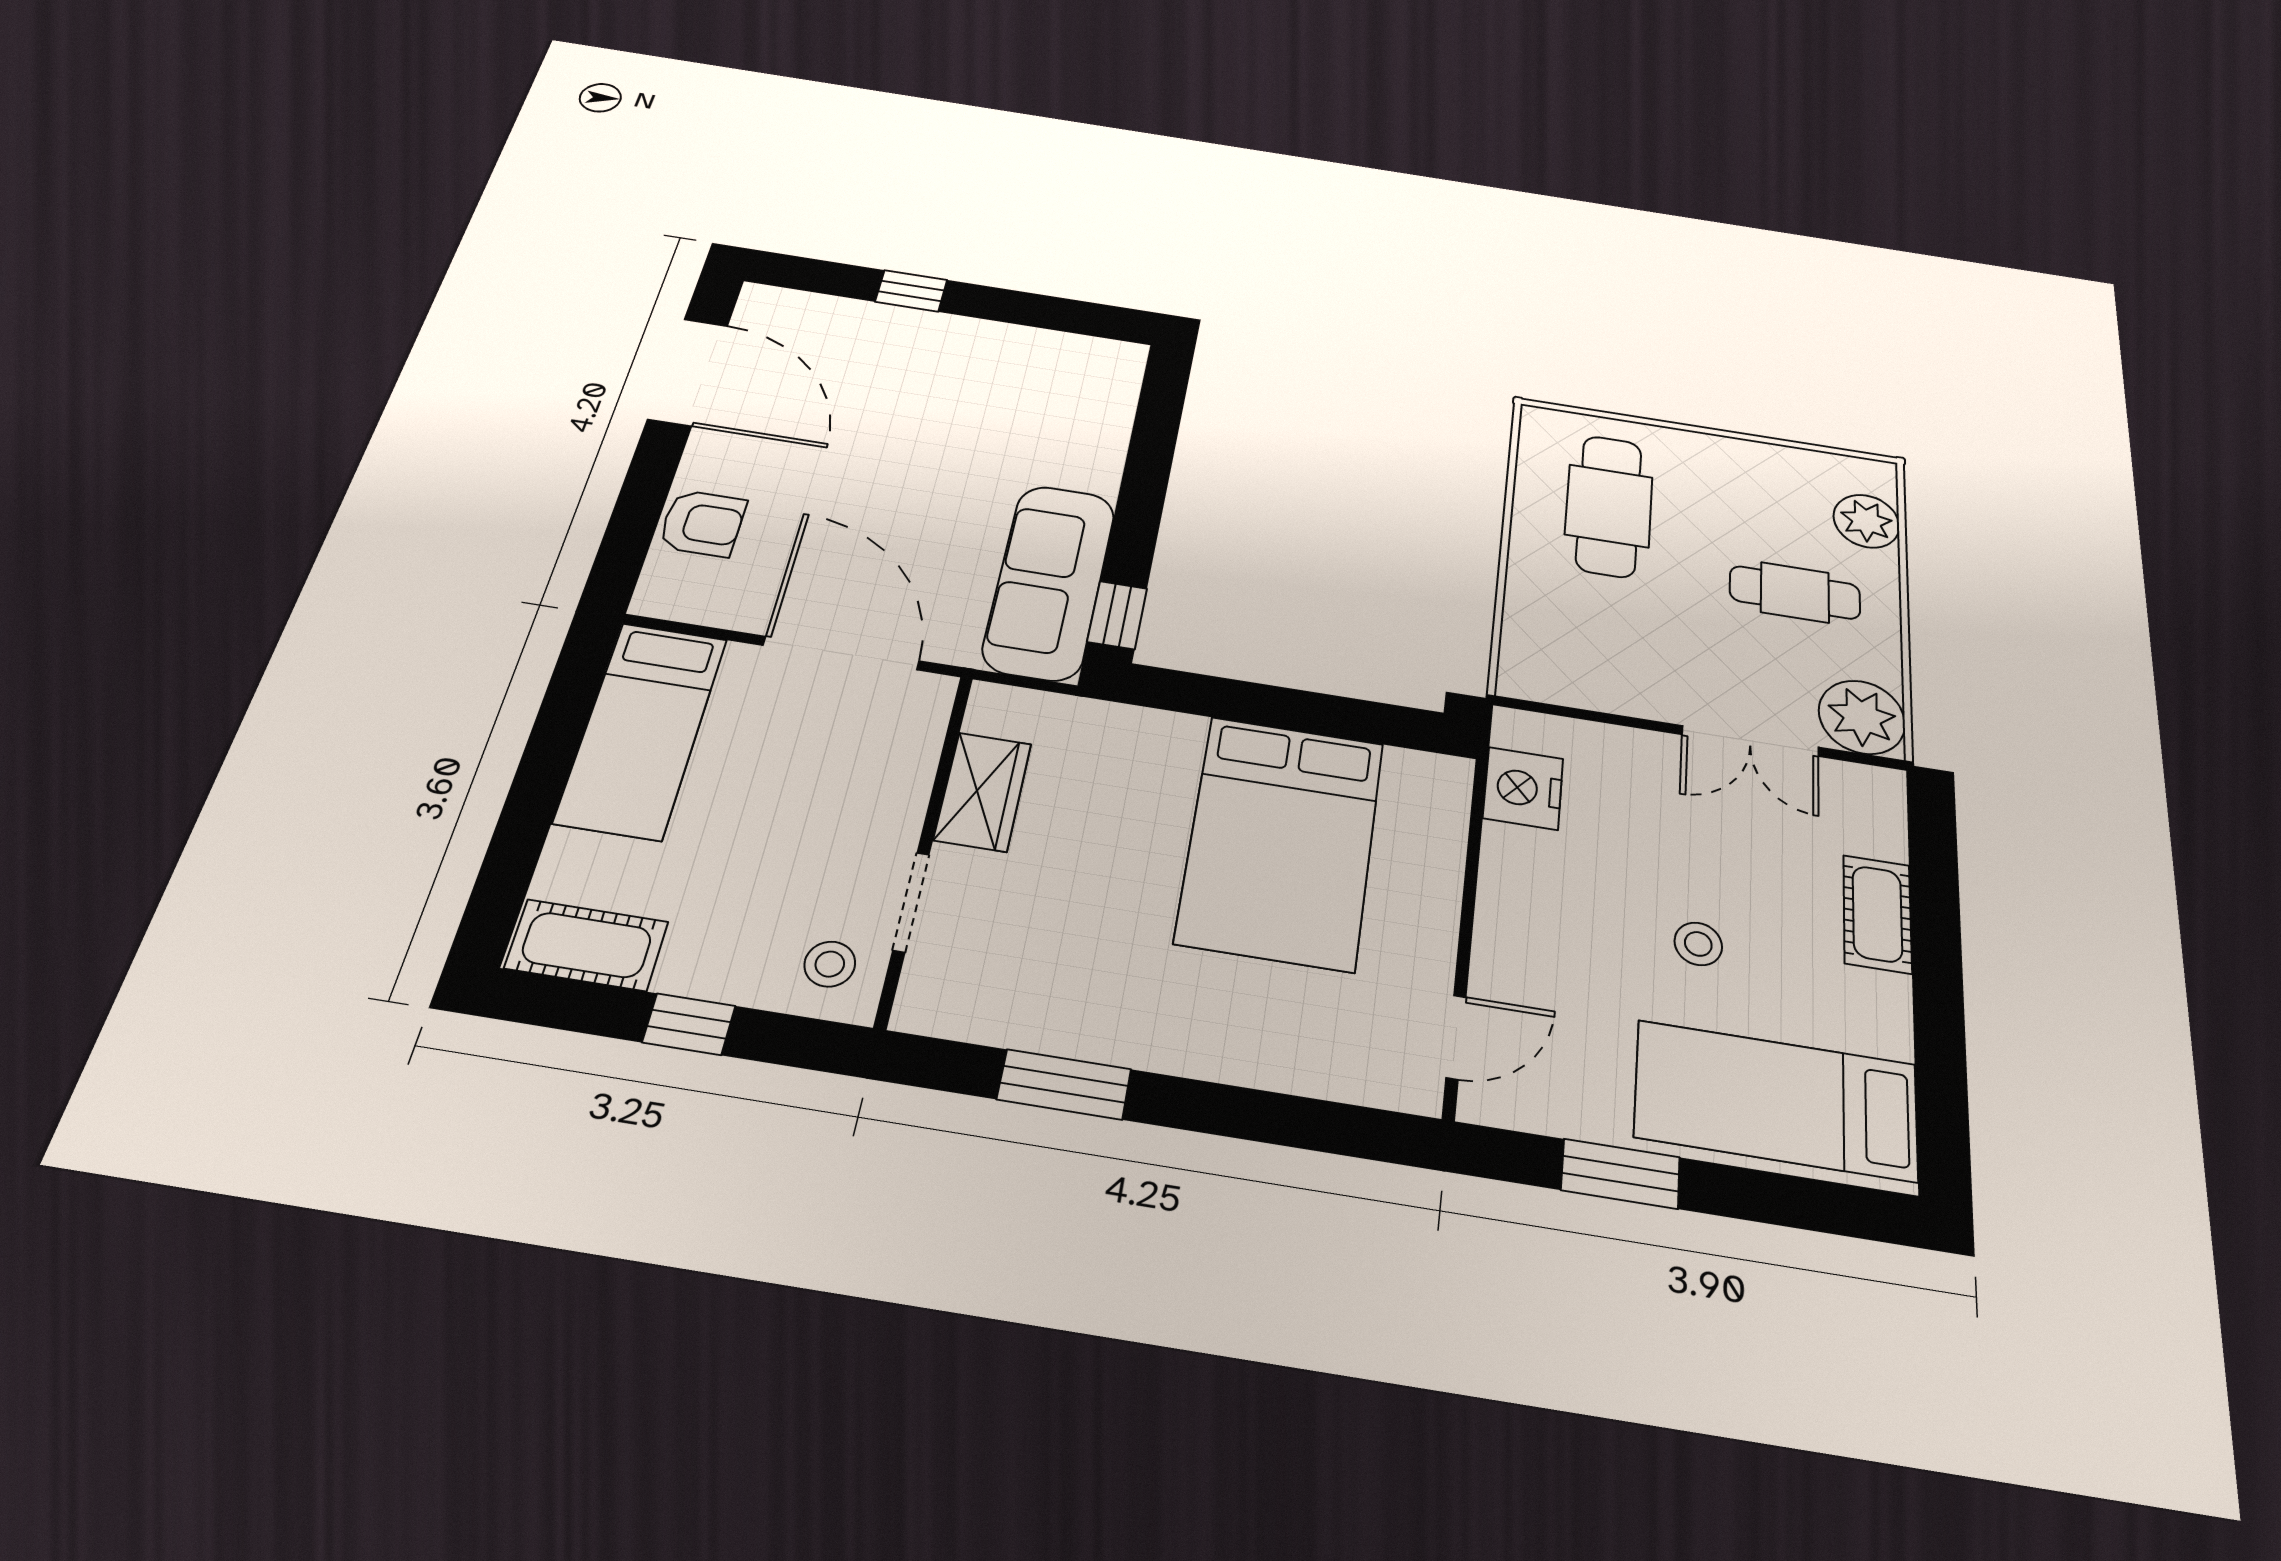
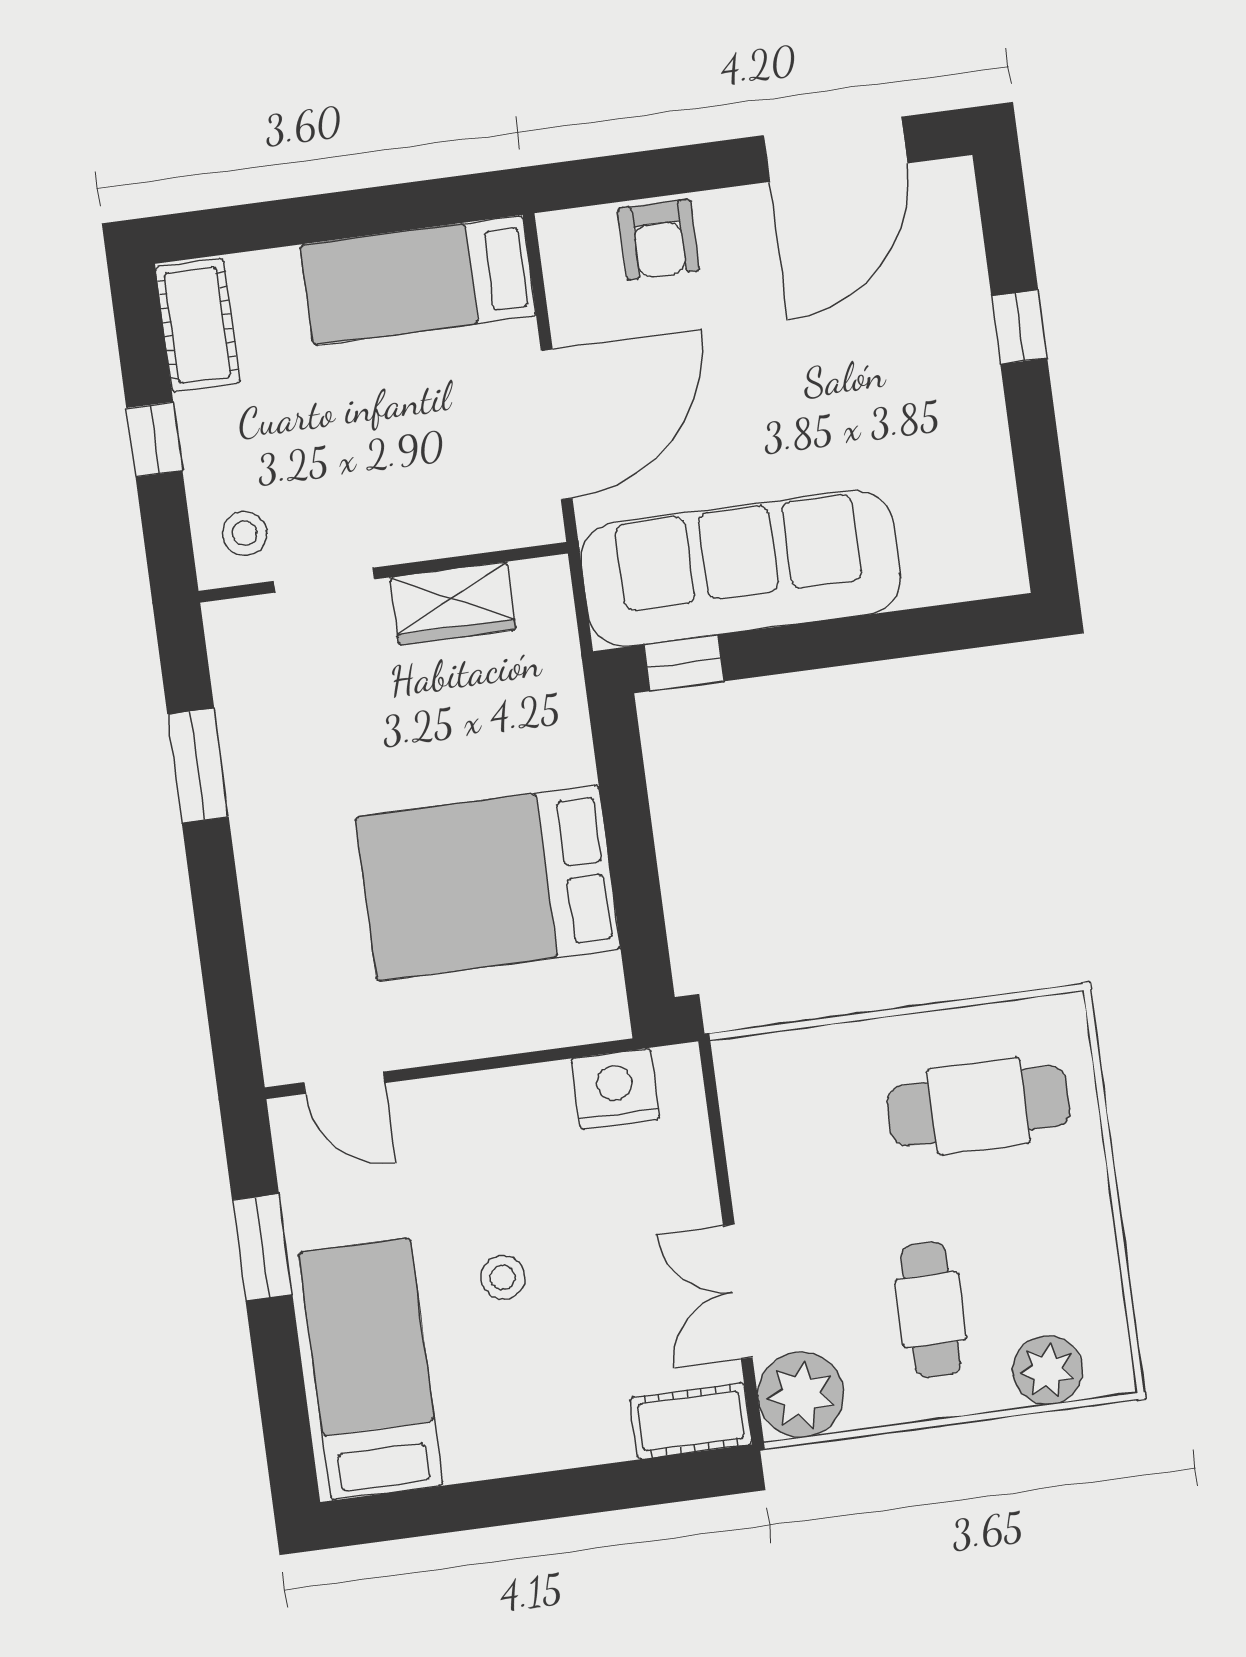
sofa: (1049, 582) -> (740, 569), width x1.36, depth x1.27
cot: (1877, 914) -> (691, 1421), moved

